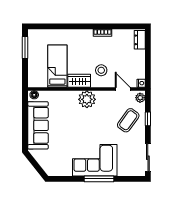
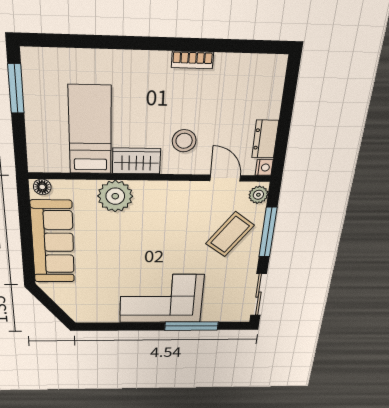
dresser: (140, 40) -> (265, 139), moved
plant: (87, 99) -> (115, 196), moved
window: (148, 119) -> (268, 232), width x2.17
window: (99, 179) -> (191, 326), moved

